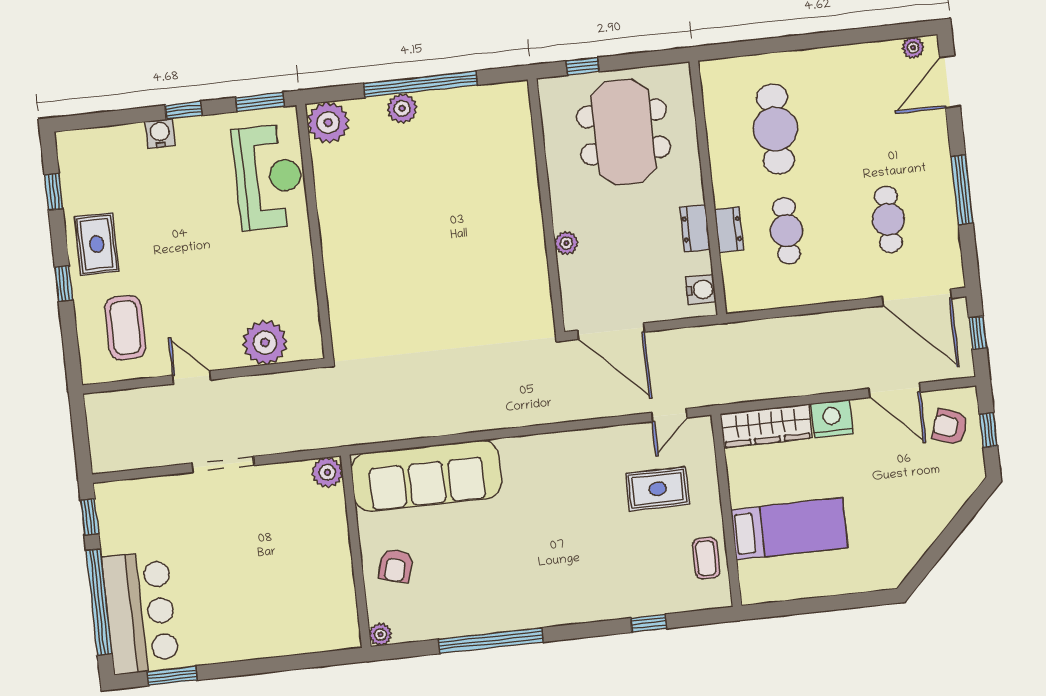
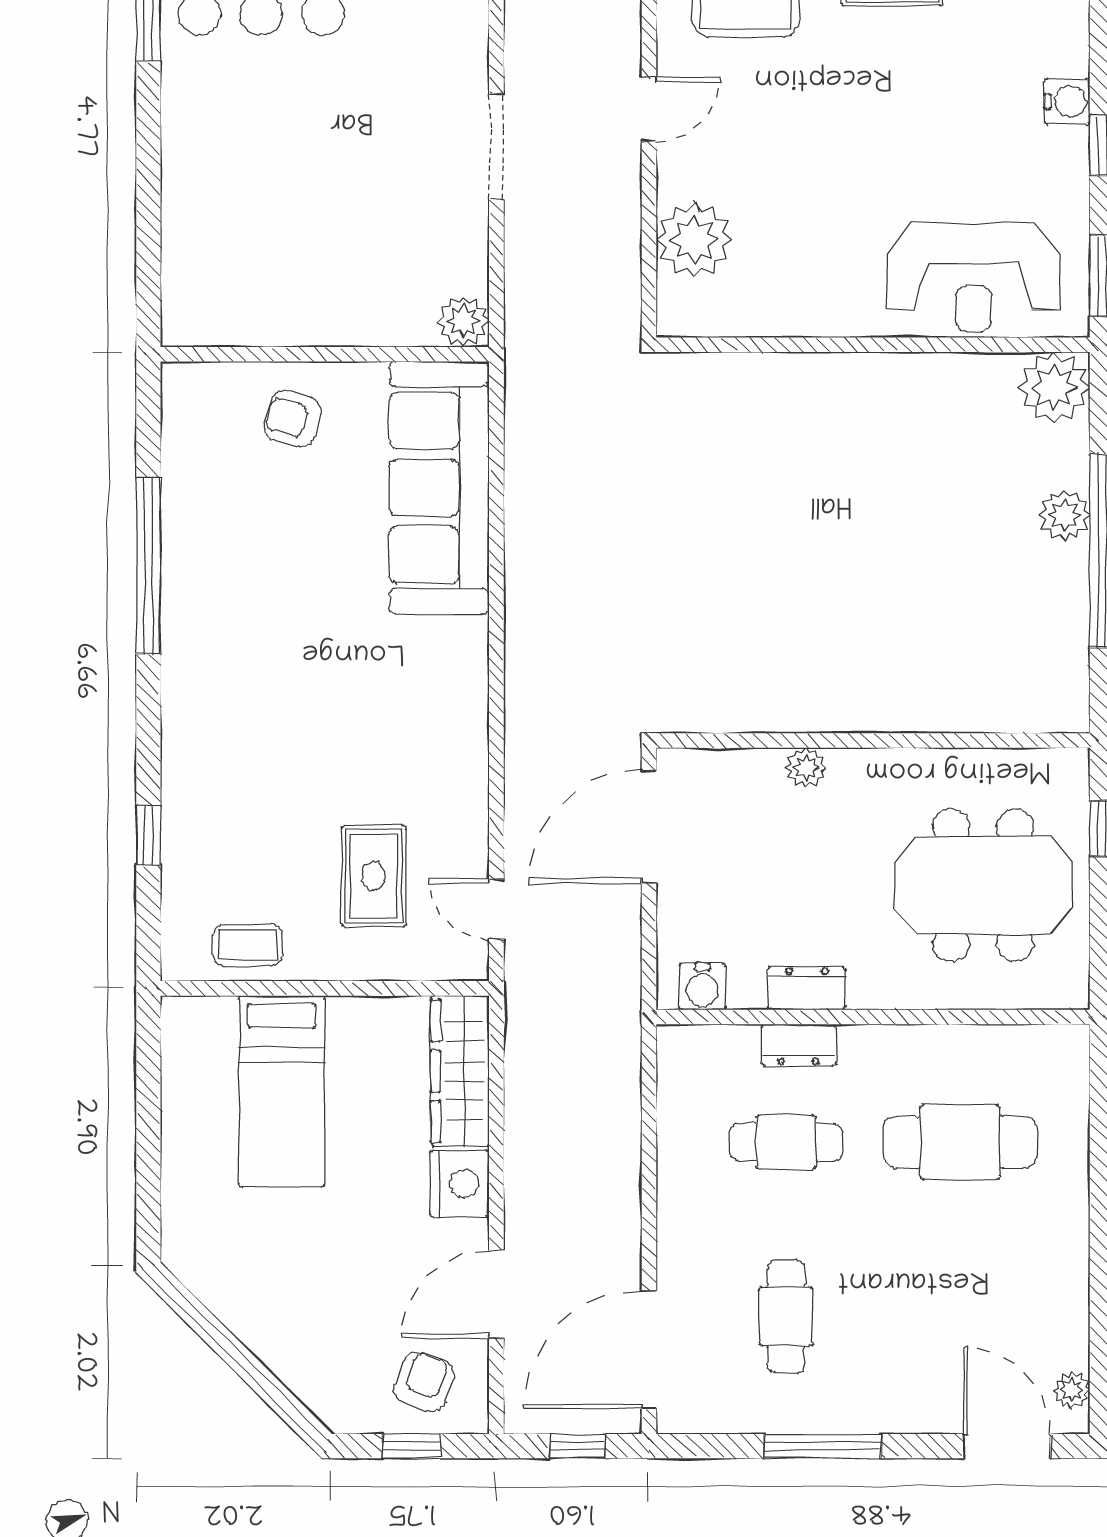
cafe table: (888, 219) -> (786, 1316), turned 90
plant: (380, 634) -> (179, 381), removed

